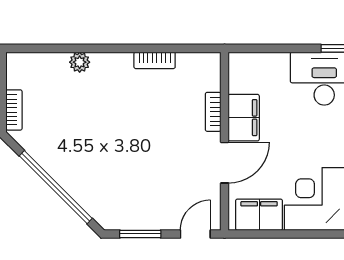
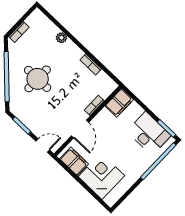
filing cabinet: (244, 118) -> (119, 103), moved
round table: (101, 150) -> (38, 79), added
door: (225, 163) -> (80, 129), hinge flipped

